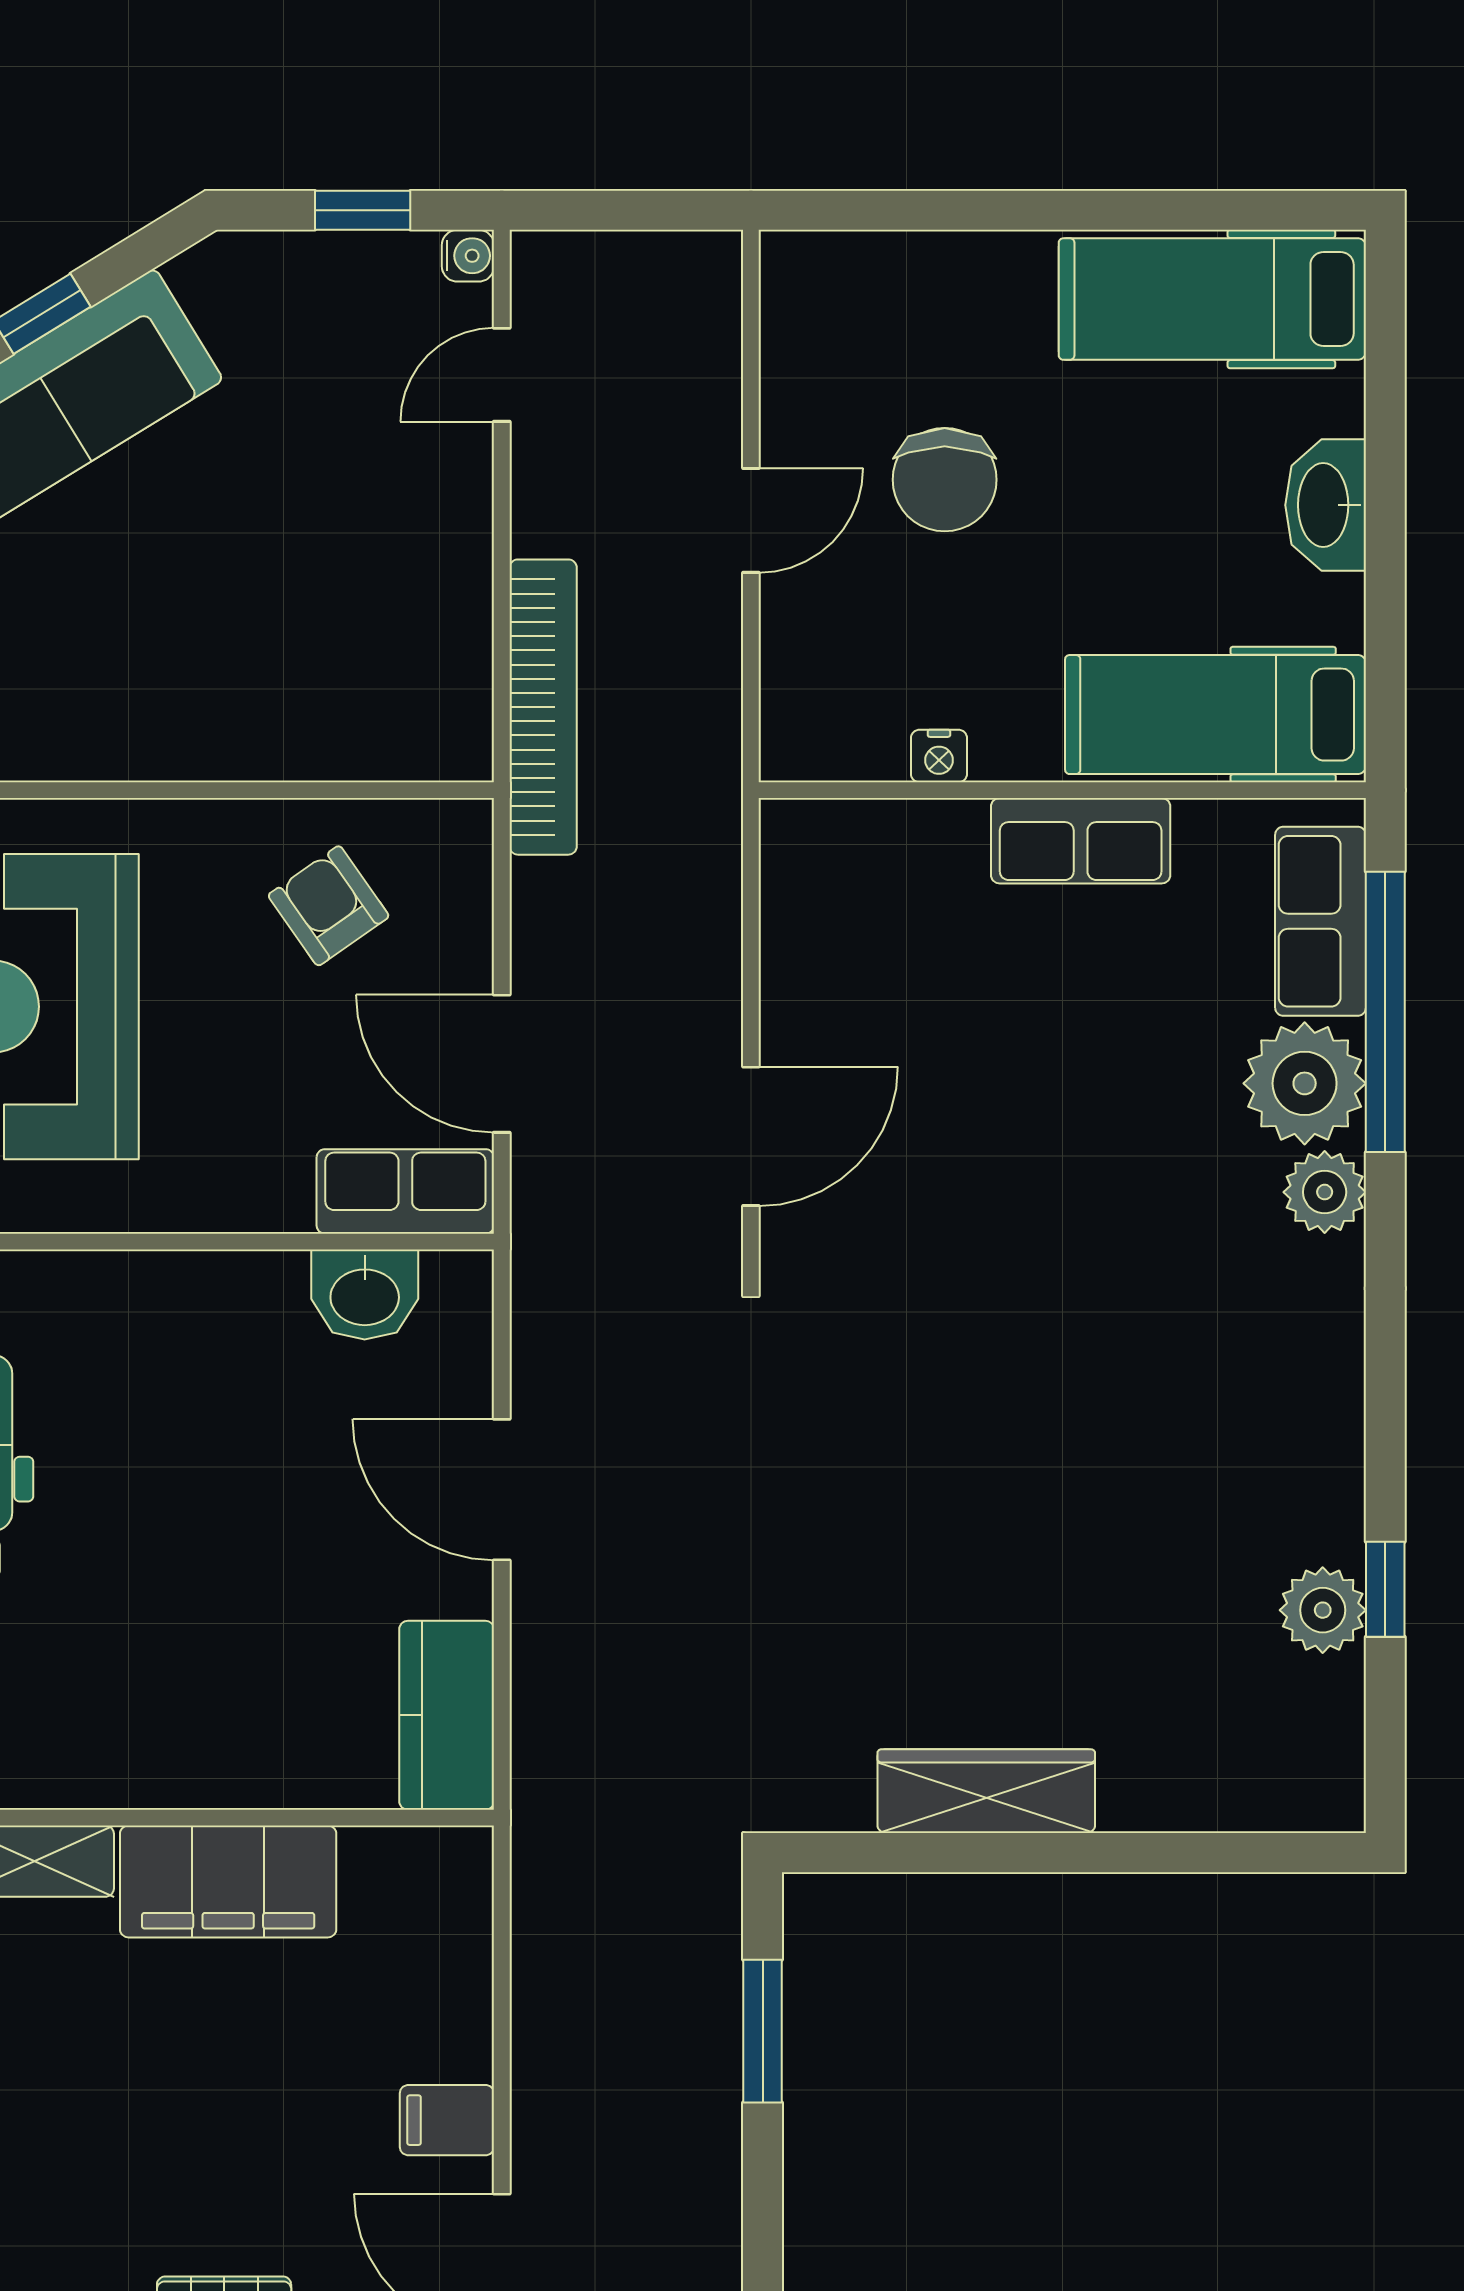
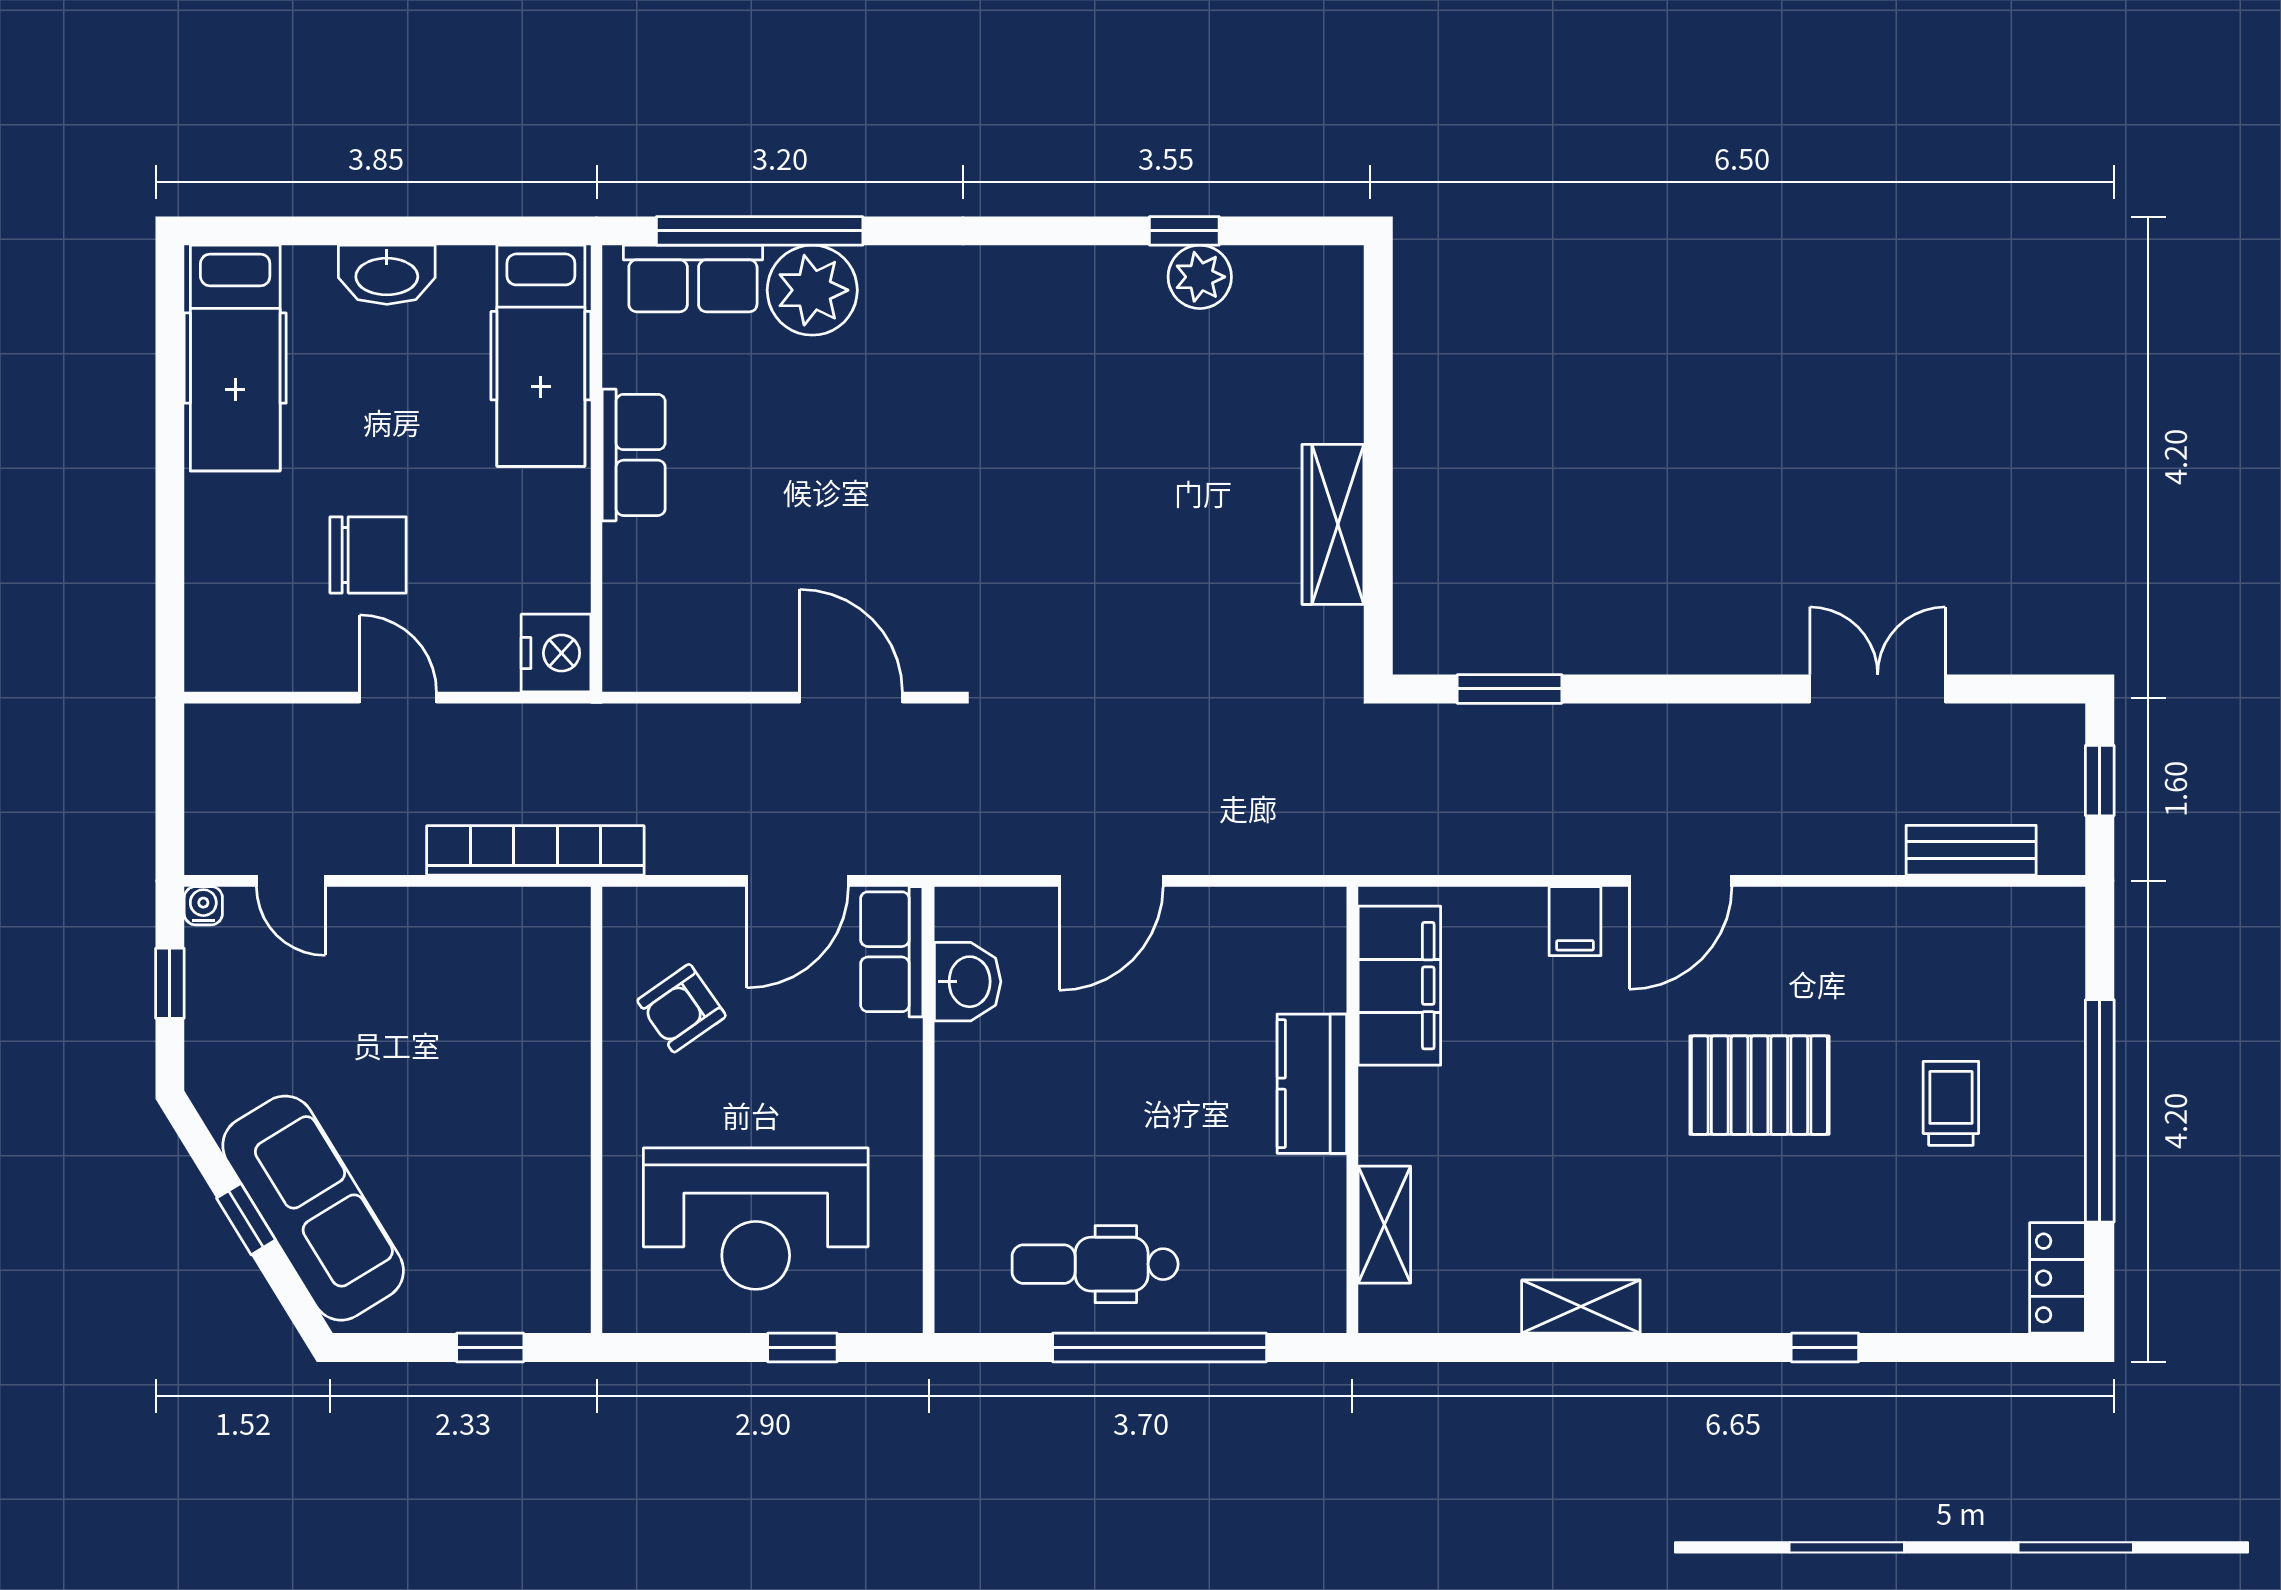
nightstand: (939, 756) -> (556, 653), moved, width x1.89, depth x1.79
plant: (1325, 1192) -> (892, 275), removed
kitchen counter: (447, 1715) -> (1312, 1084), moved, turned 90
filing cabinet: (228, 1881) -> (1399, 986), moved

